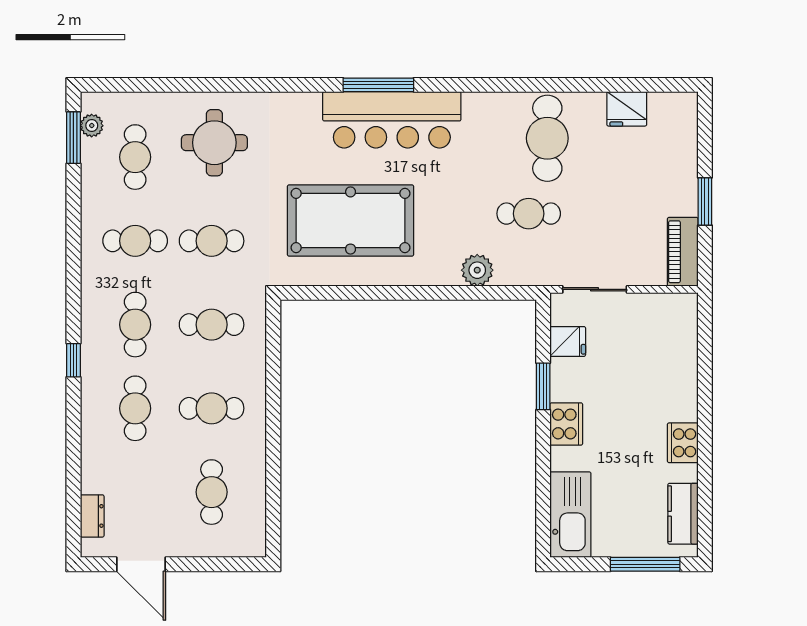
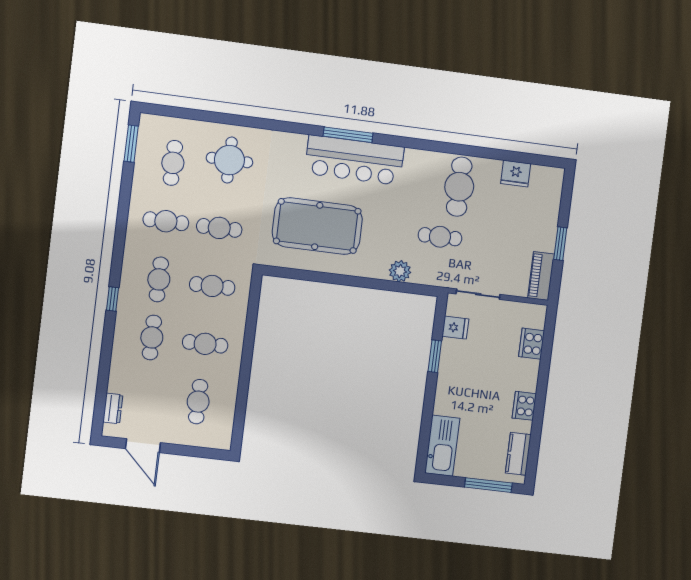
plant: (92, 126) -> (145, 137), removed
cooker: (566, 424) -> (532, 344), moved, turned 180

